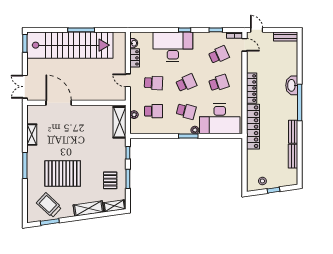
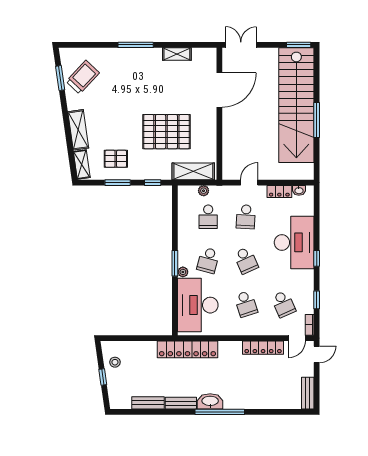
washbasin: (292, 85) -> (210, 401), moved
locker: (252, 88) -> (263, 348), moved
pallet: (63, 174) -> (166, 132), moved, turned 90

